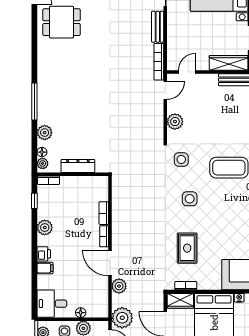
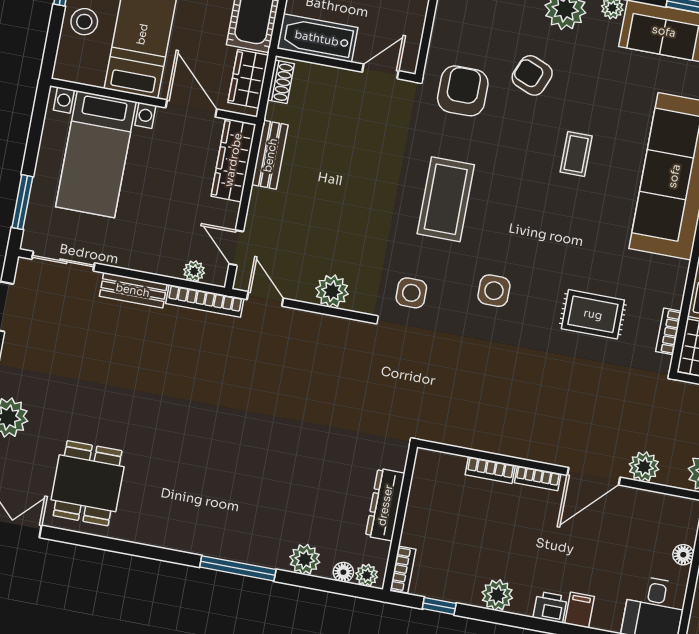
plant: (172, 54) -> (194, 271), added

